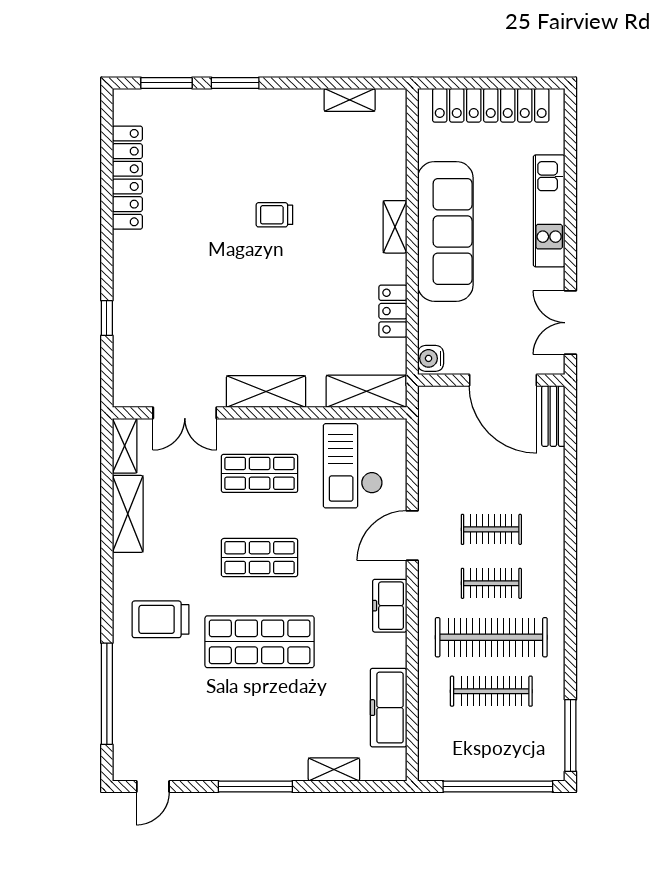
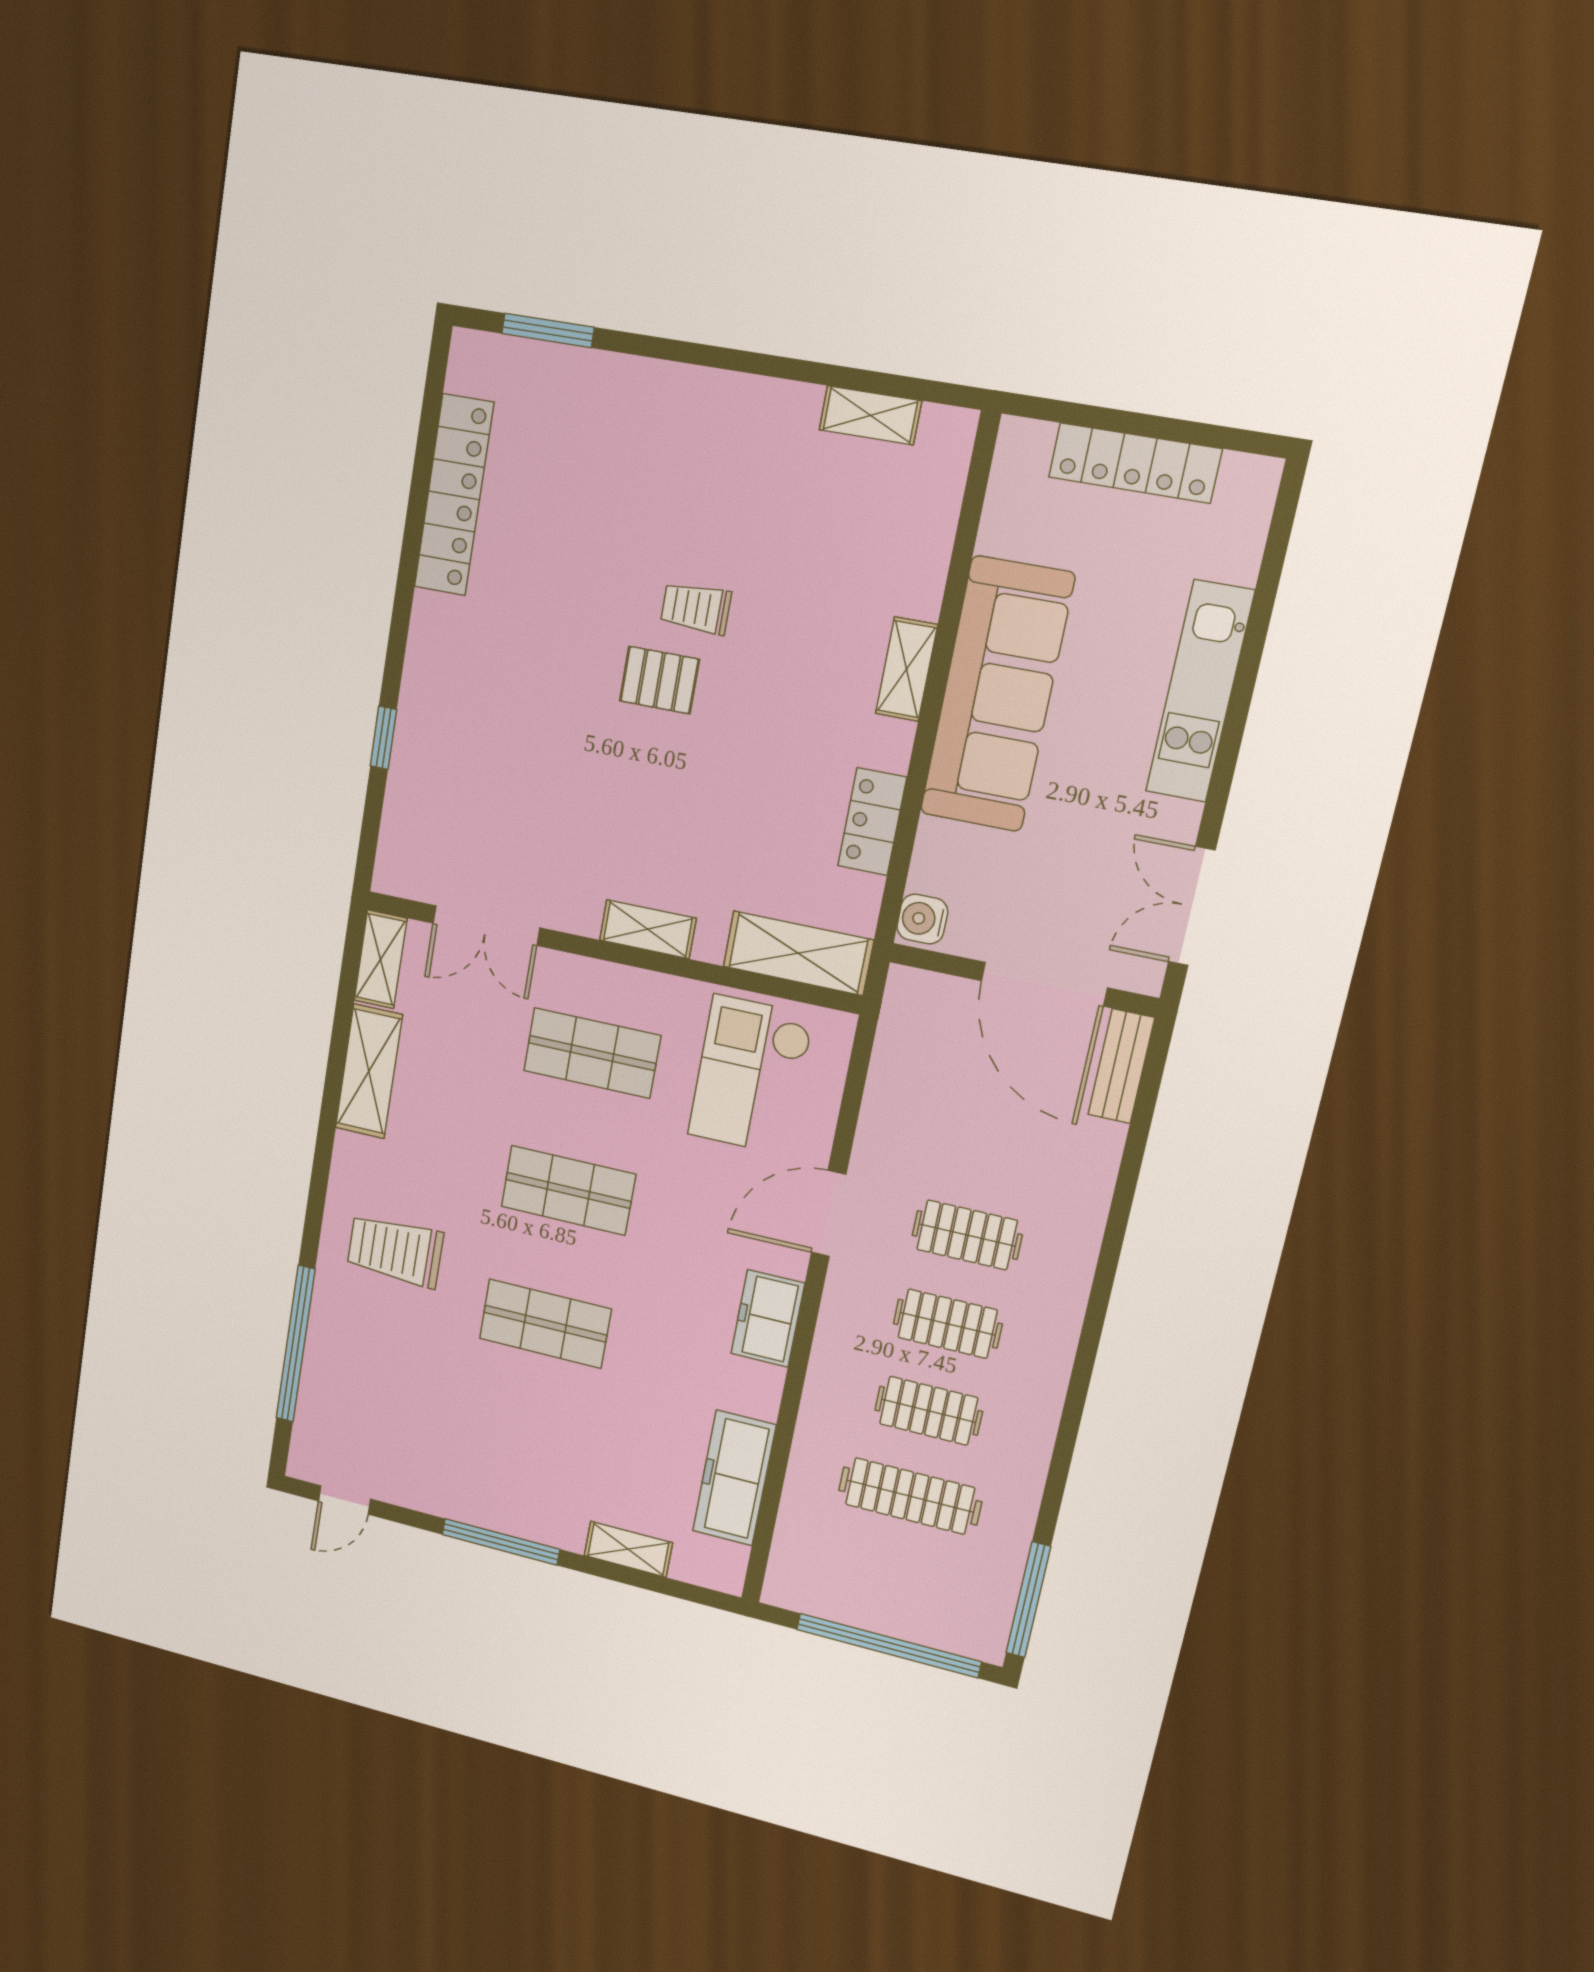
window: (235, 83) -> (669, 350), removed
locker: (491, 105) -> (1135, 463), width x0.71, depth x0.83
pallet: (261, 257) -> (659, 680), added
shelving: (266, 392) -> (648, 929), width x0.67, depth x0.75
clothes rail: (491, 637) -> (929, 1411), width x0.54, depth x0.76
shop shelf: (260, 642) -> (545, 1324), width x0.70, depth x0.74

